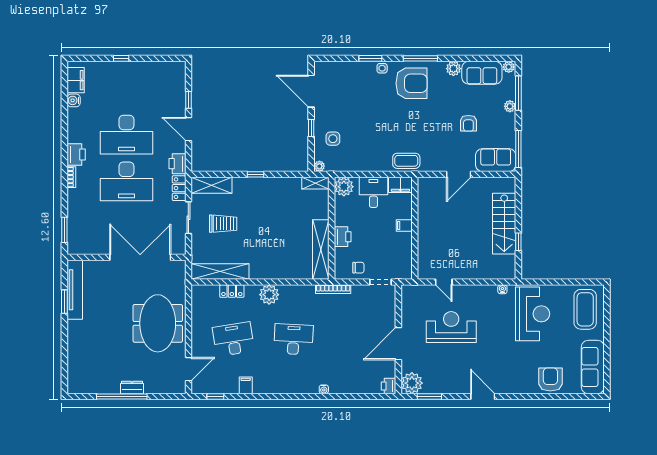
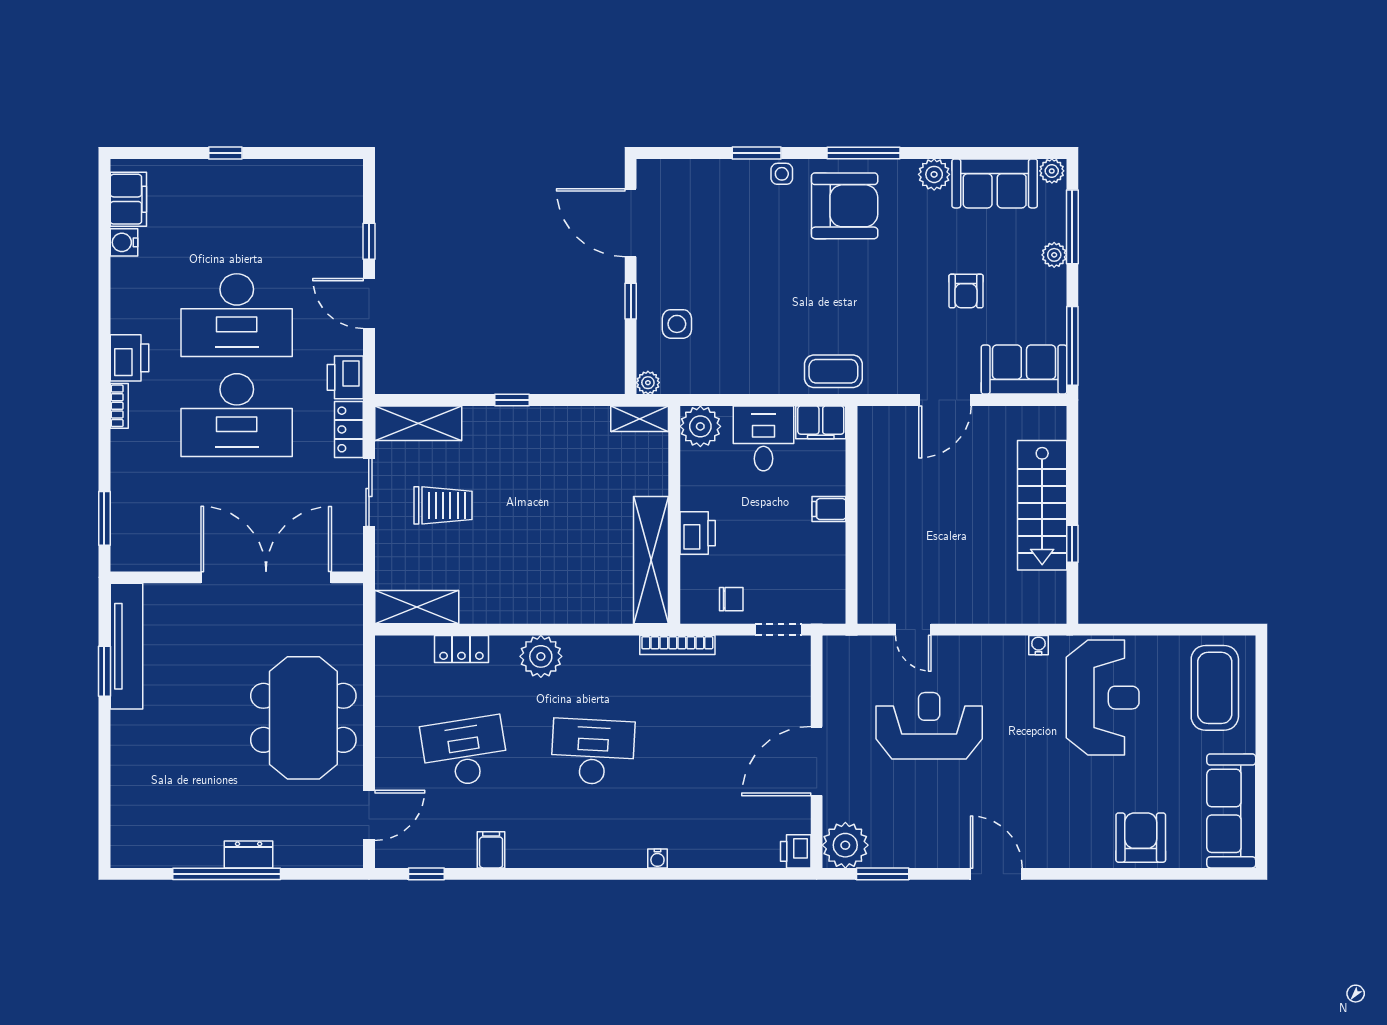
shelving: (220, 271) -> (417, 607), width x0.68

